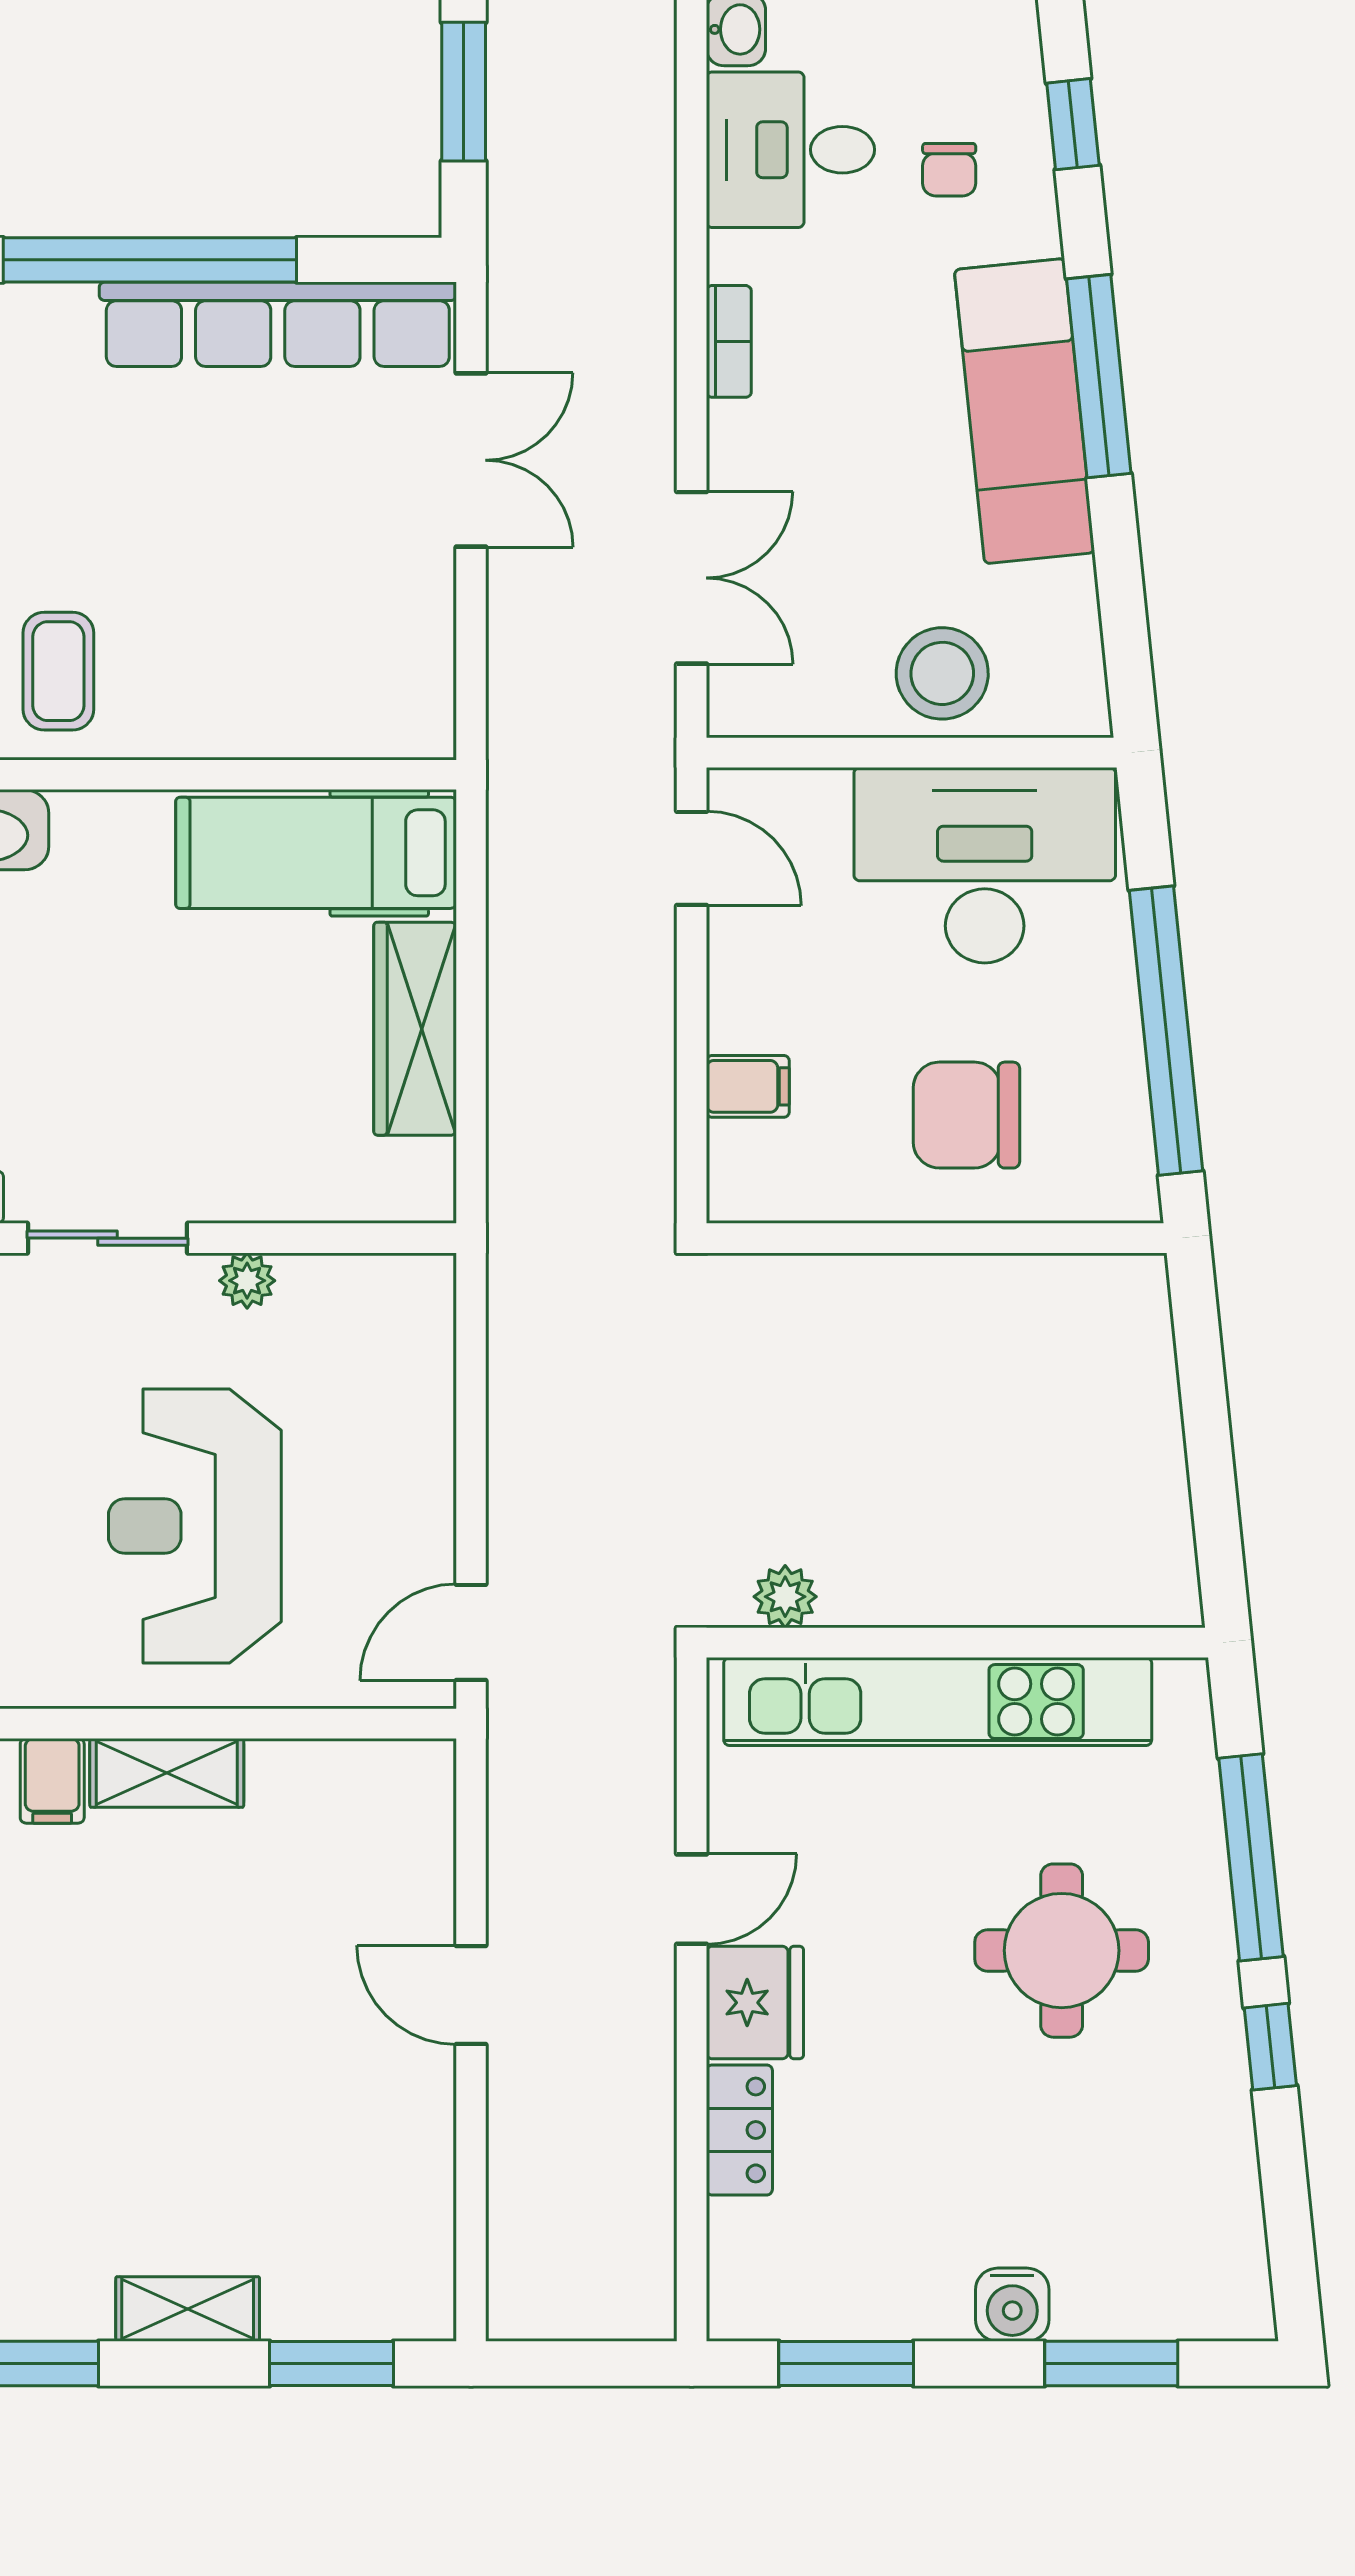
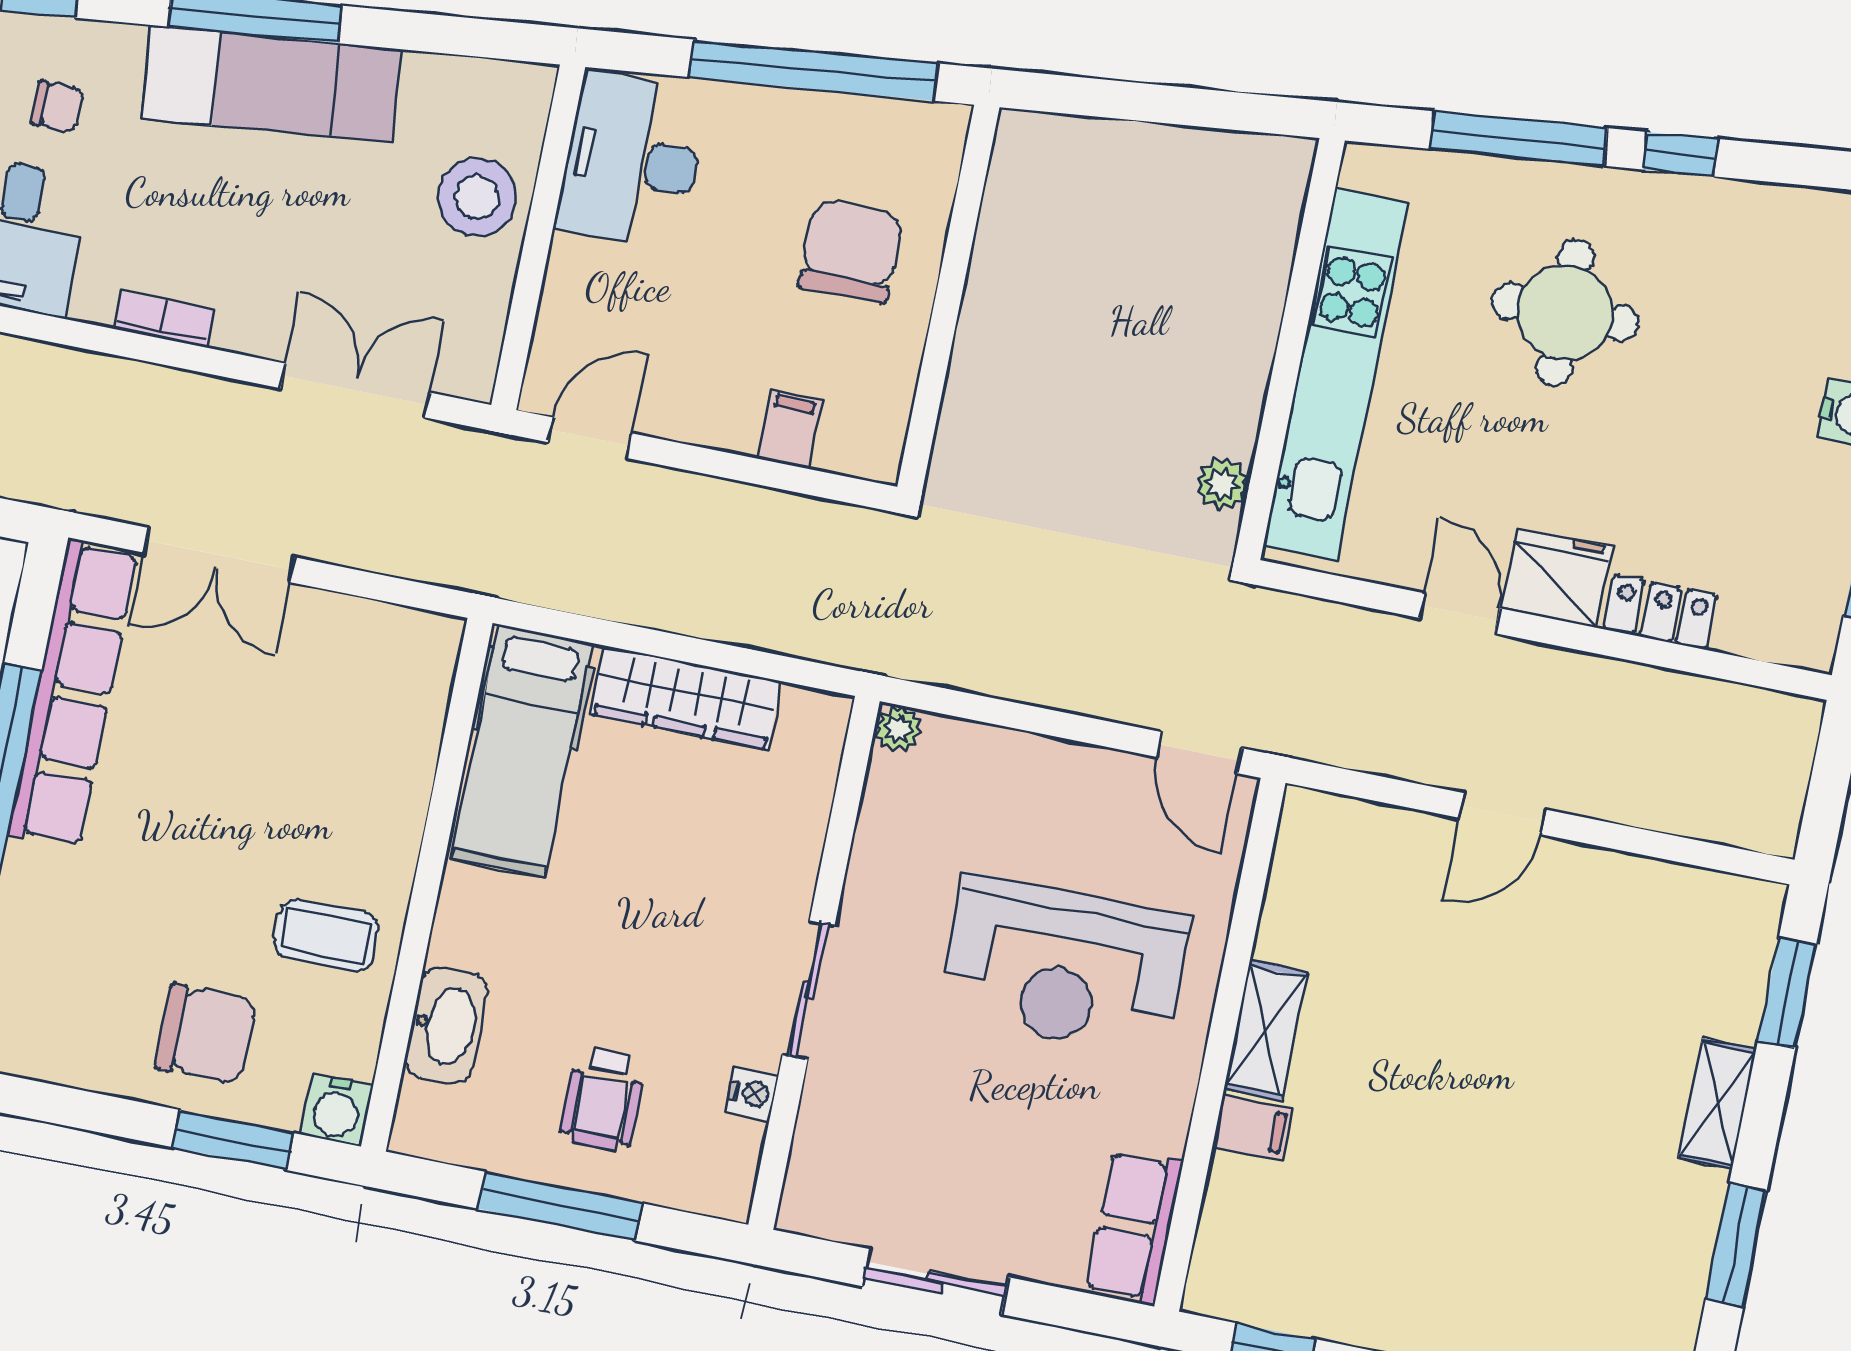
double door: (471, 460) -> (219, 555), swing flipped
desk: (985, 865) -> (632, 161), width x0.73, depth x0.77
chair: (966, 1115) -> (850, 251), turned 180
plant: (247, 1281) -> (898, 729), moved

